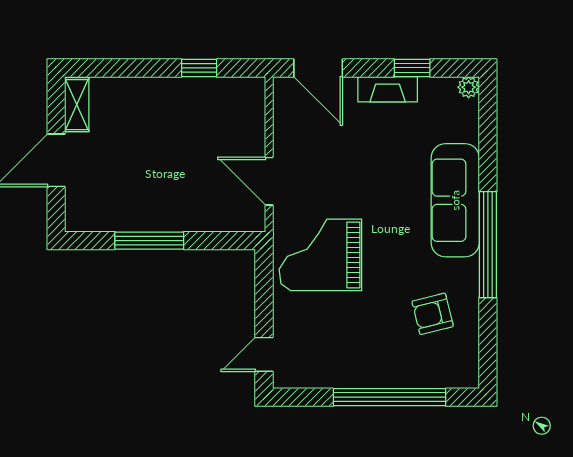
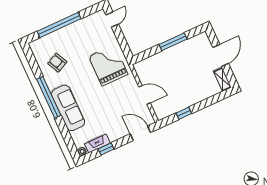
fireplace: (388, 89) -> (97, 144), moved
door: (269, 181) -> (144, 95), moved
grand piano: (320, 255) -> (108, 65), turned -90
armchair: (433, 314) -> (57, 63), turned -102

